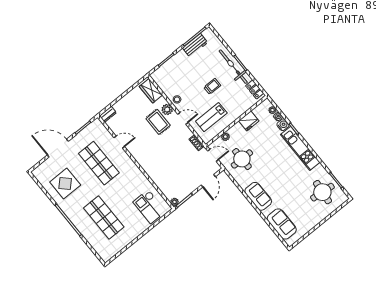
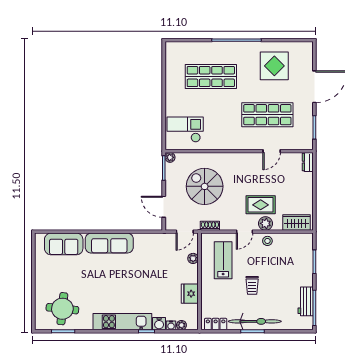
round table: (242, 159) -> (158, 257), removed
spiral stairs: (175, 166) -> (205, 186), added
sofa: (258, 196) -> (109, 243), width x1.36

